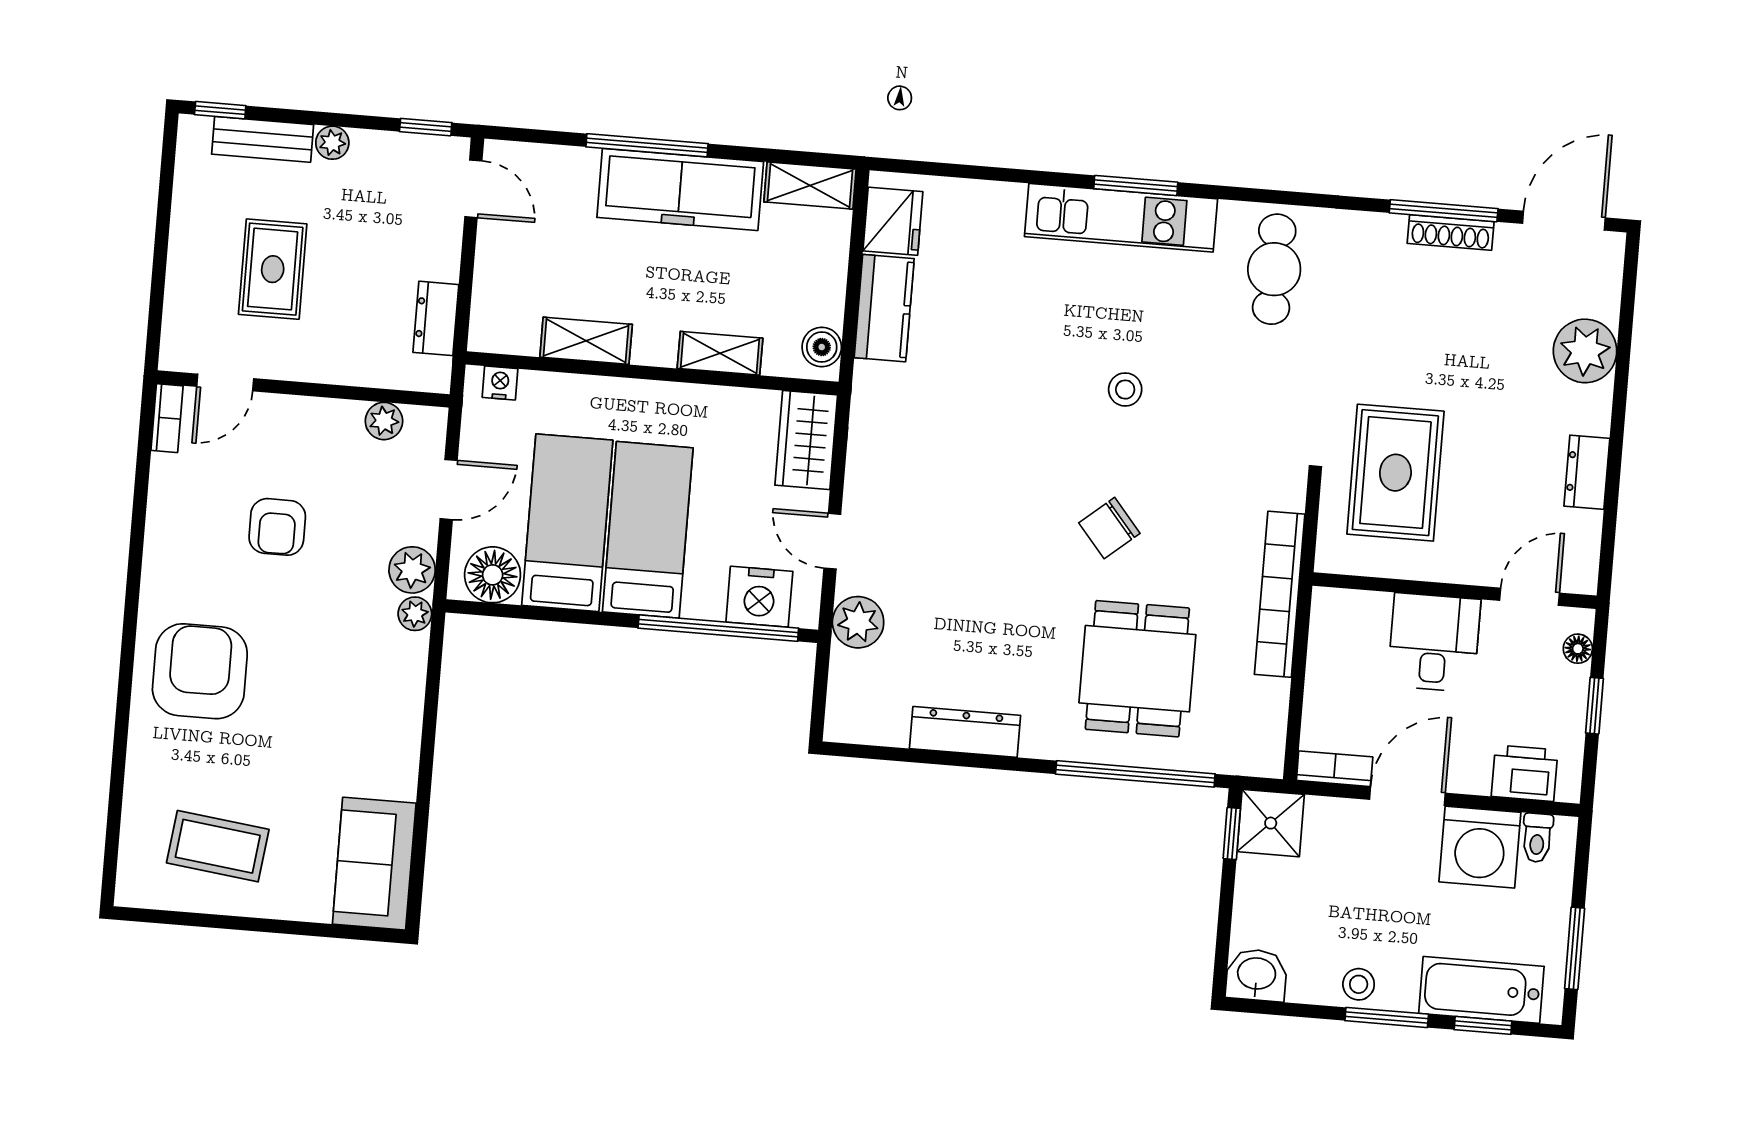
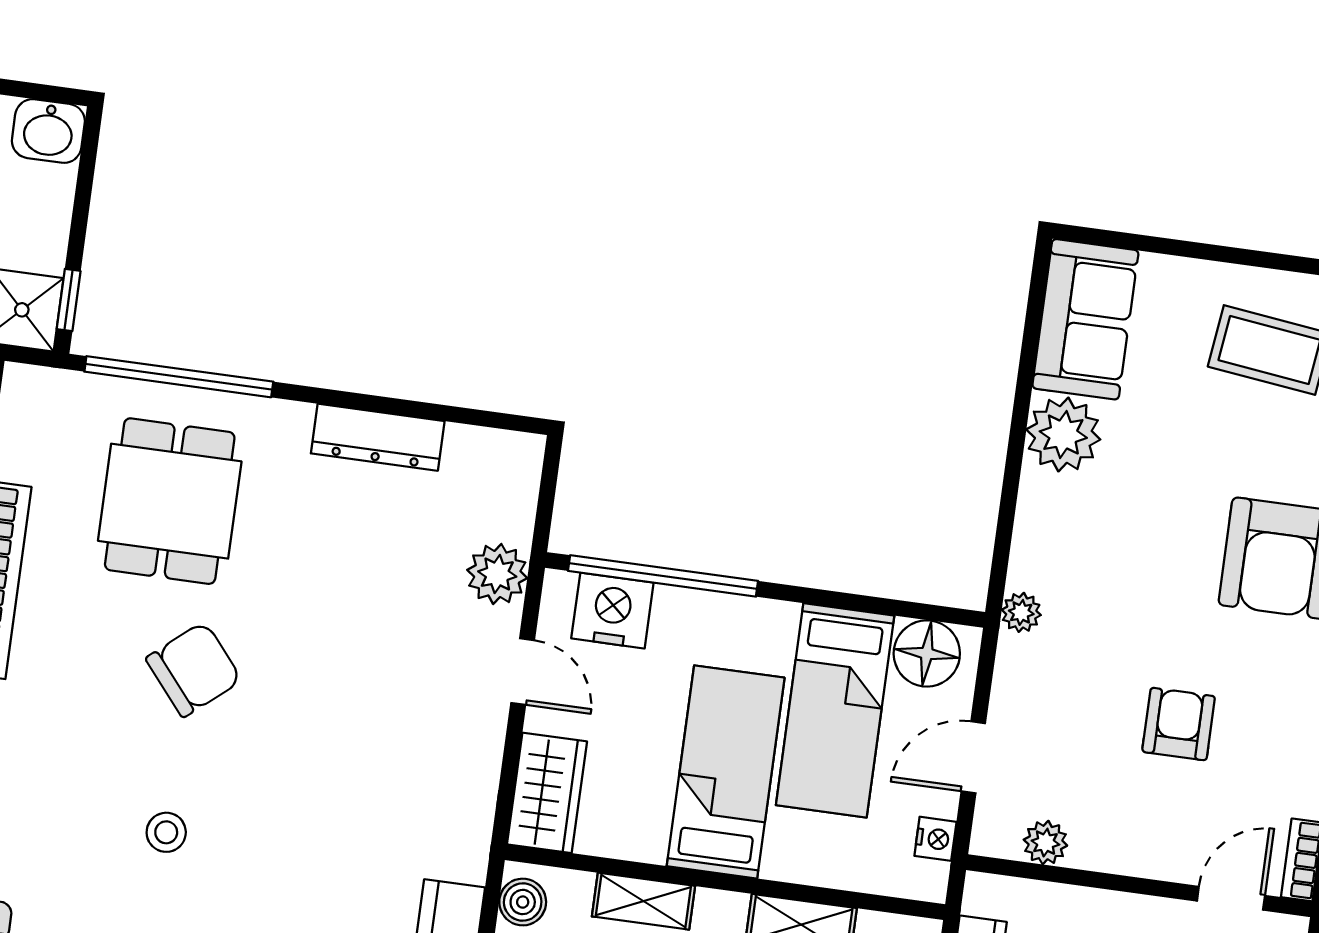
nightstand: (500, 383) -> (935, 839), moved, turned -90
chair: (1109, 528) -> (194, 669), width x1.37, depth x1.37
bed: (648, 530) -> (726, 772), moved, turned 180
plant: (412, 570) -> (1063, 435), moved, width x1.36, depth x1.36

